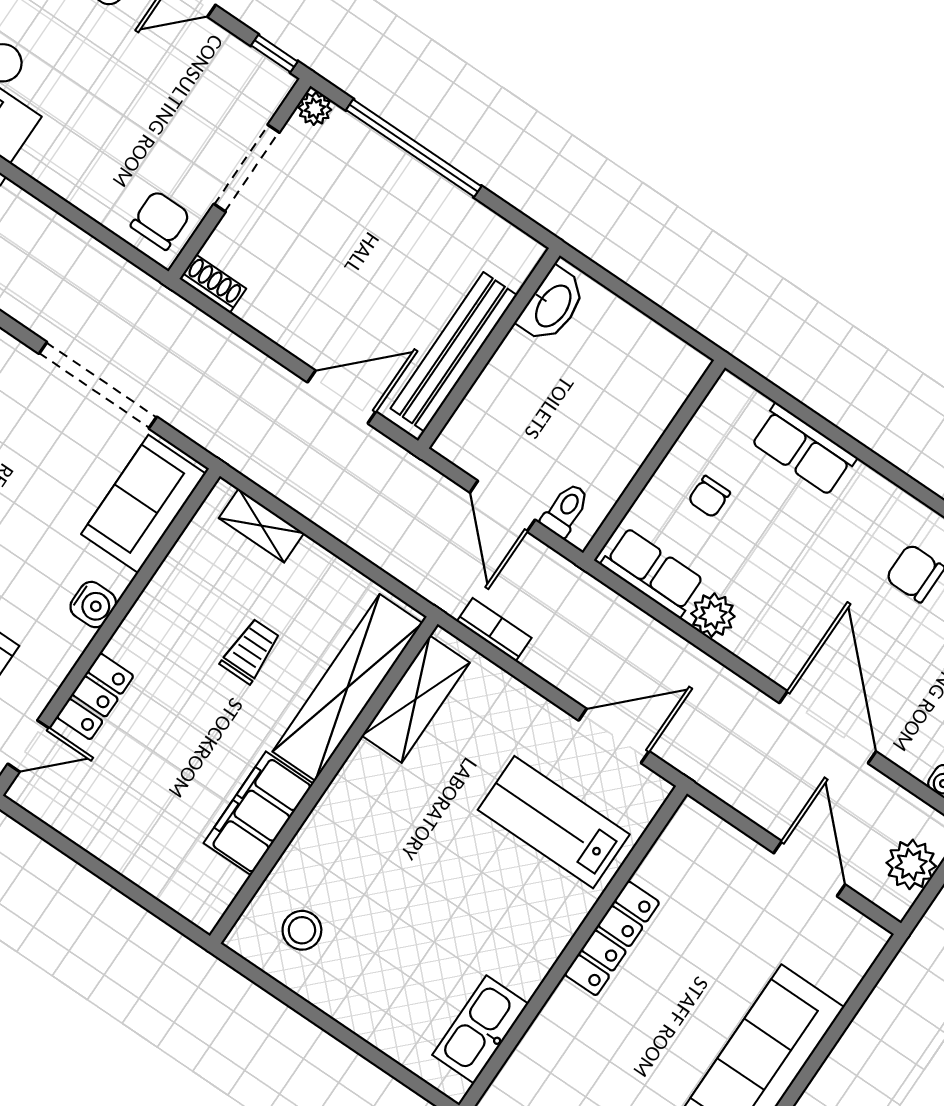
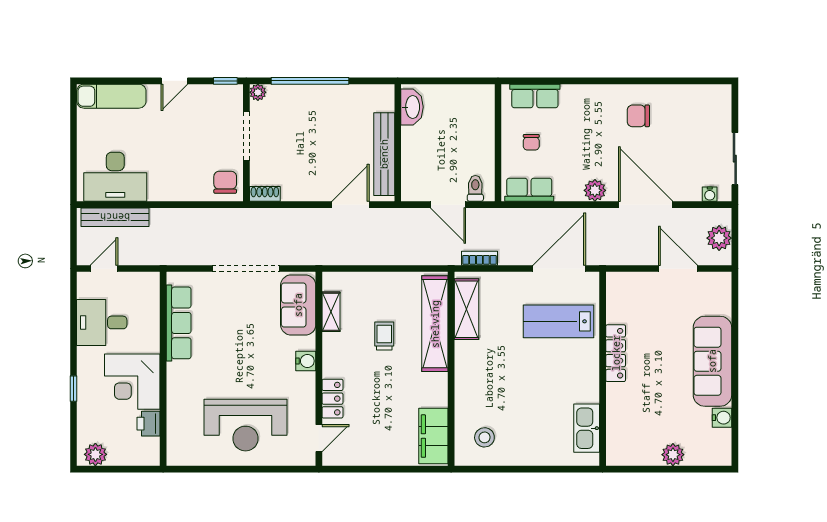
row of seats: (803, 449) -> (535, 96), moved
shelving: (261, 526) -> (331, 312), moved, turned 90
plant: (713, 615) -> (595, 190), moved
door: (614, 736) -> (559, 269), width x1.36
filing cabinet: (258, 813) -> (433, 436), moved

